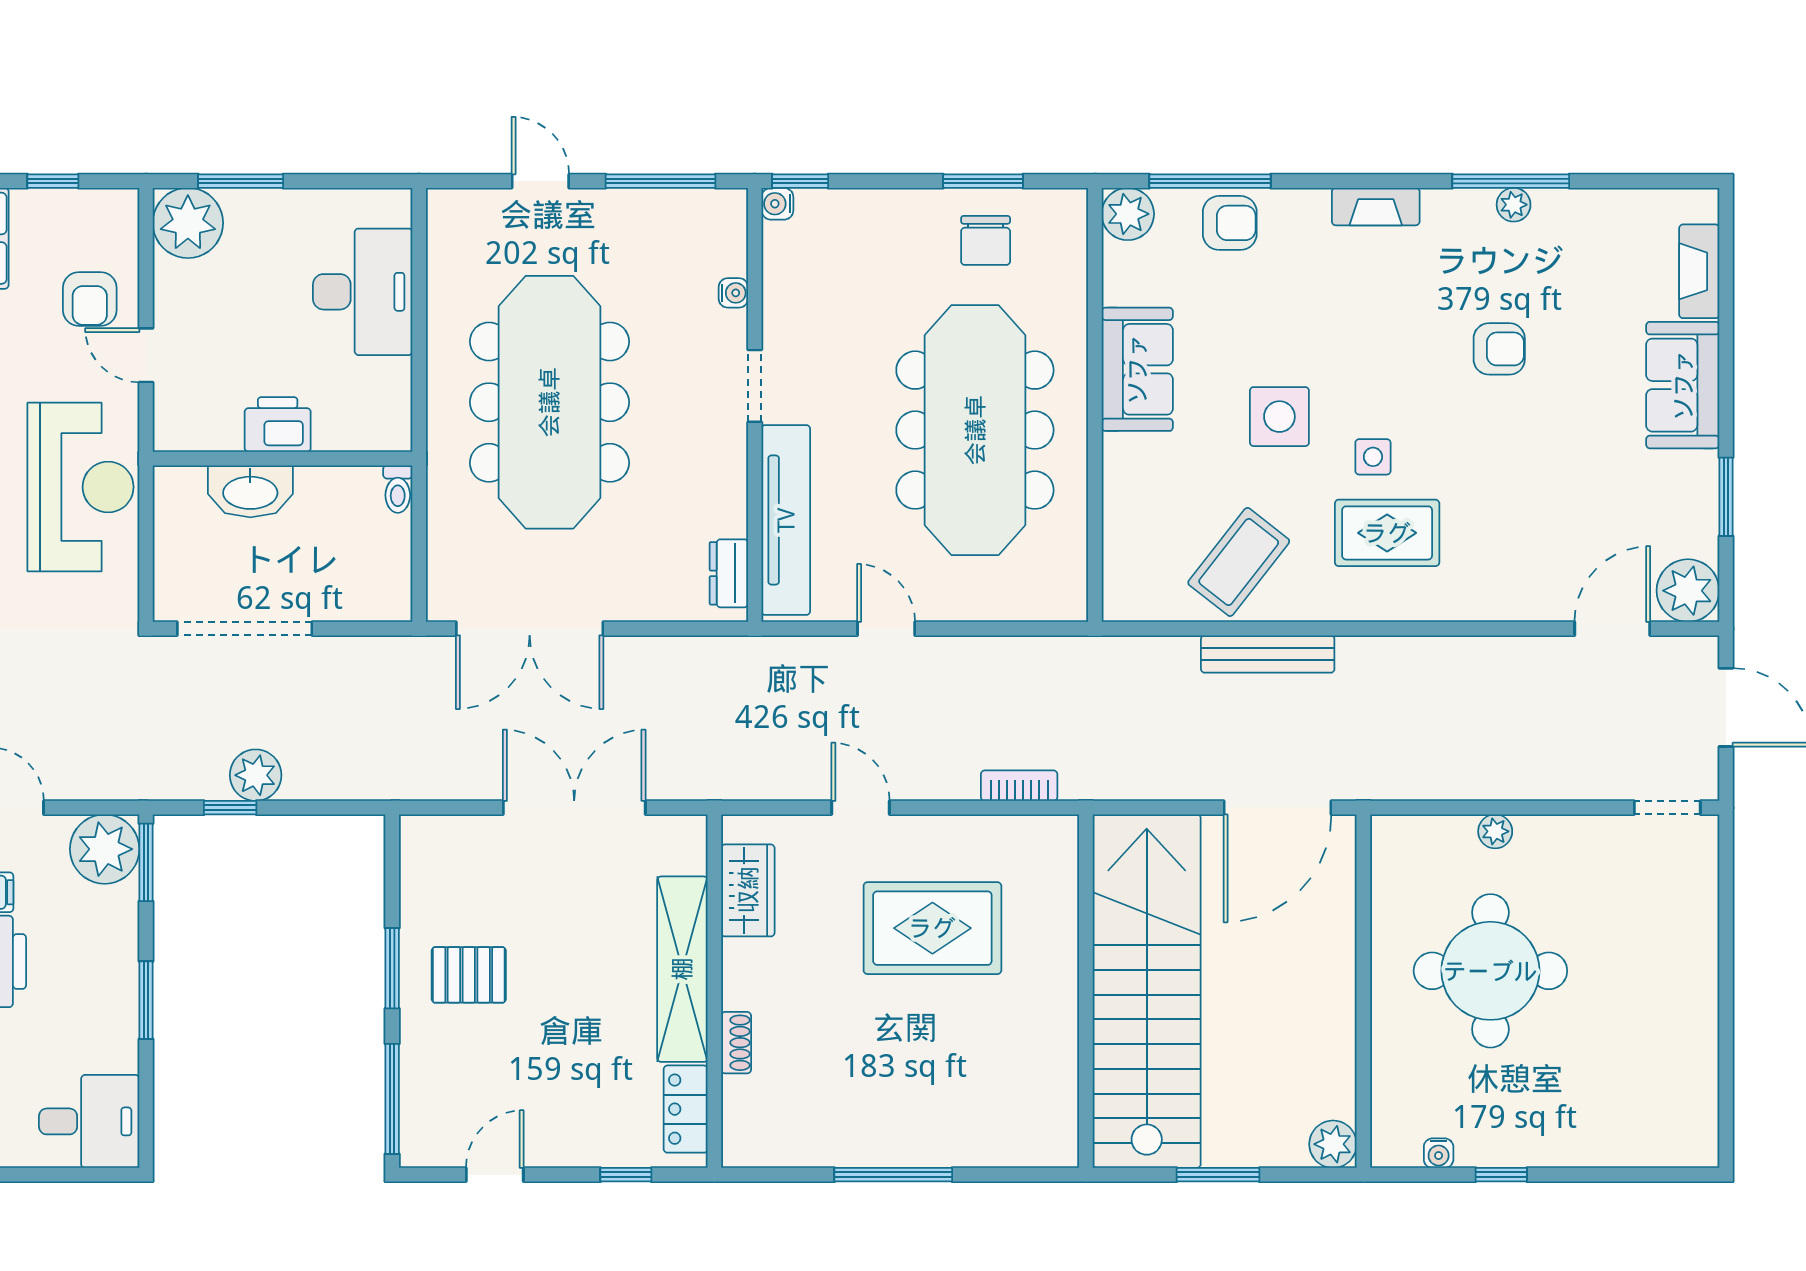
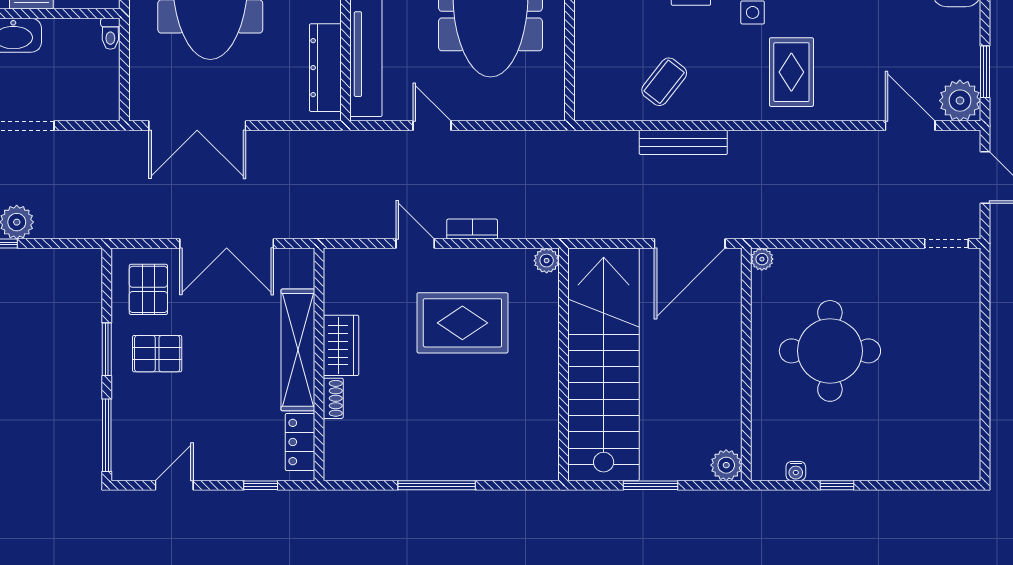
window: (1726, 497) -> (985, 72), moved
rug: (1387, 533) -> (791, 72), moved, turned 90
coffee table: (1239, 562) -> (664, 82), width x0.73, depth x0.77
dresser: (729, 573) -> (325, 68), width x1.96, depth x1.24
door: (1612, 629) -> (910, 126), hinge flipped
bookcase: (1019, 786) -> (472, 229), moved
double door: (574, 808) -> (227, 244), swing flipped
plant: (1495, 831) -> (762, 259), moved
plant: (1060, 834) -> (547, 261), added
pallet: (455, 877) -> (148, 289), added
wardrobe: (748, 890) -> (341, 345), moved

